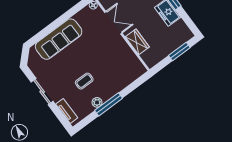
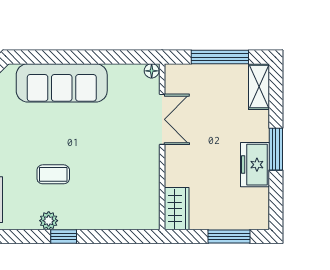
wardrobe: (137, 42) -> (177, 209), moved
window: (109, 104) -> (64, 237), width x0.46

